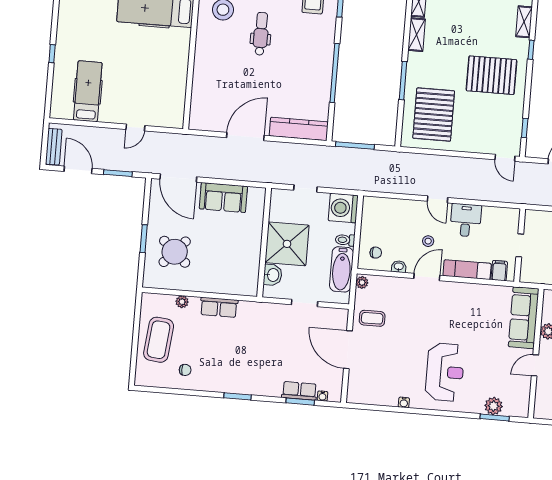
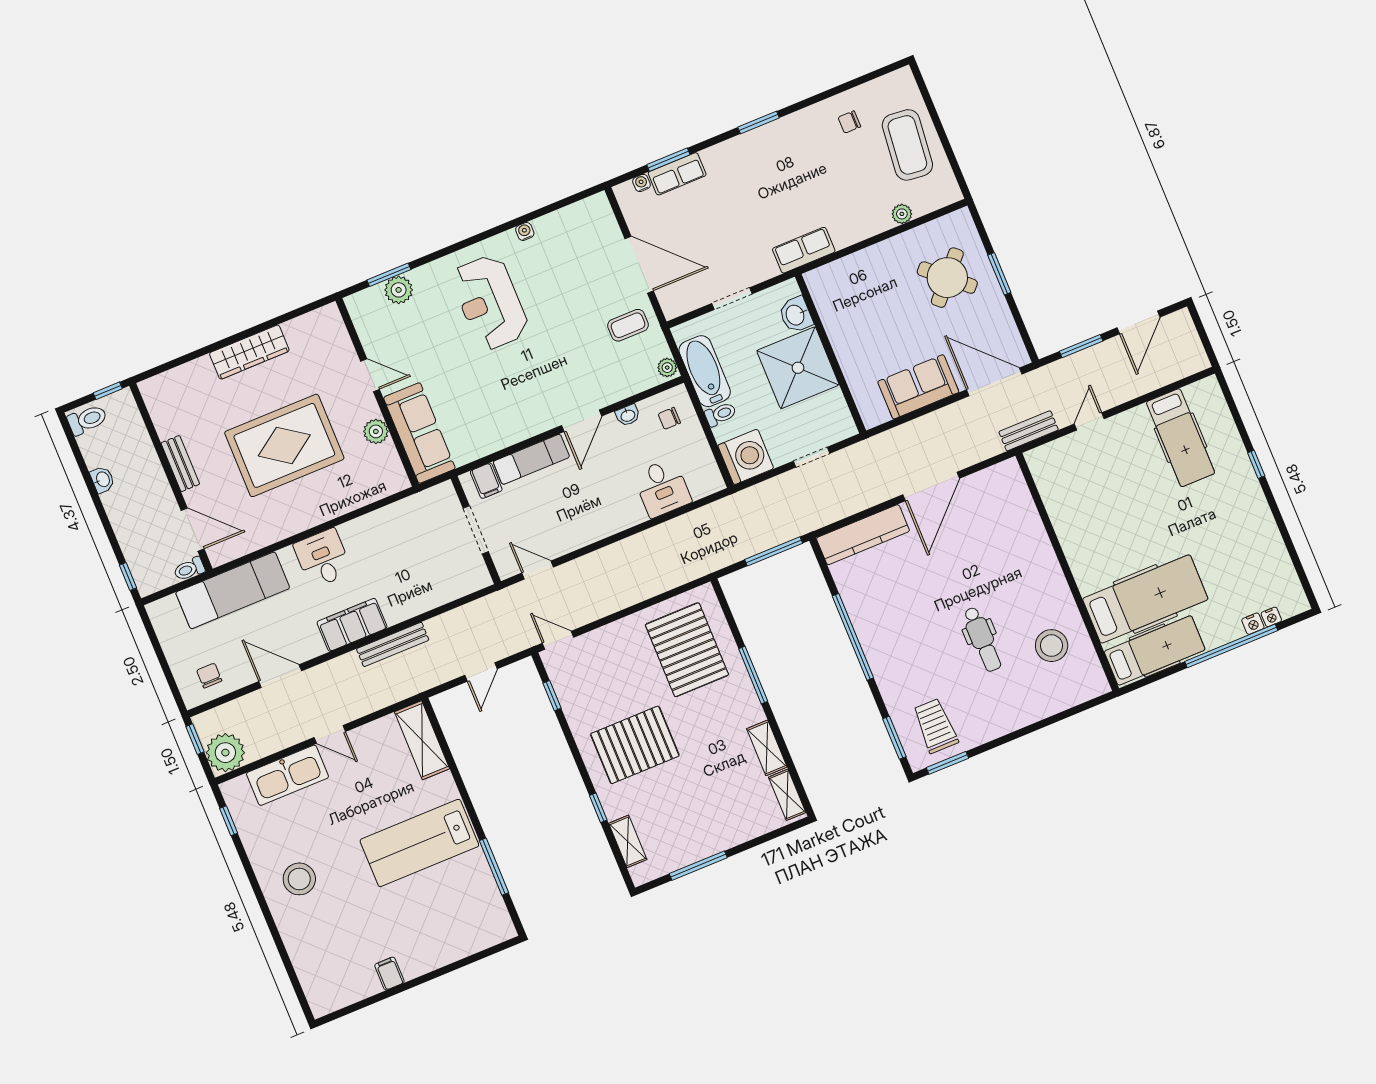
bench: (54, 147) -> (1029, 431), moved, turned 90
door: (78, 170) -> (1138, 322), hinge flipped
door: (438, 199) -> (538, 570), moved
desk: (466, 220) -> (662, 488), moved
stool: (428, 241) -> (605, 471), removed
doorway: (520, 245) -> (476, 530), width x1.38
row of seats: (219, 307) -> (804, 250), moved
door: (535, 365) -> (370, 375), hinge flipped

